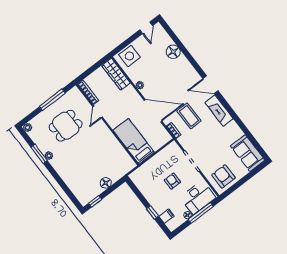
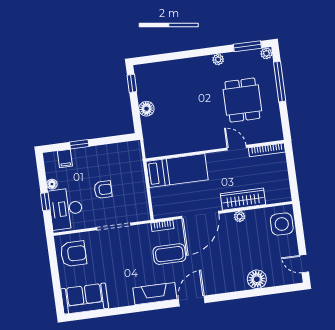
wardrobe: (116, 74) -> (243, 199), moved
window: (52, 100) -> (280, 82), moved
window: (39, 154) -> (247, 46), moved
window: (201, 213) -> (45, 202), width x0.46

